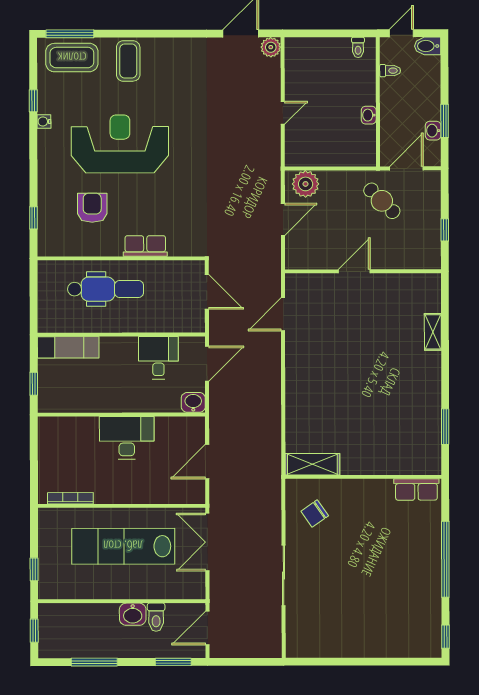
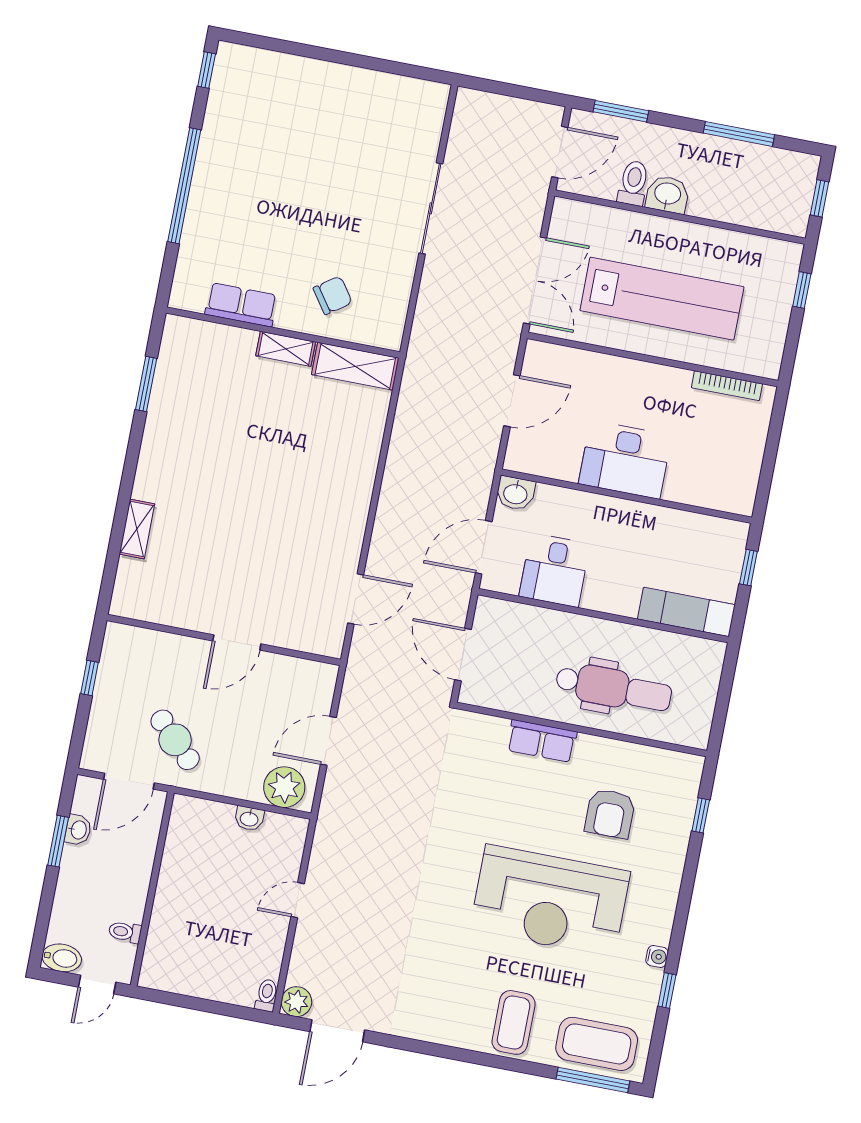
toilet: (358, 47) -> (267, 995), moved
washbasin: (369, 115) -> (249, 819), moved, turned 90
dental chair: (106, 289) -> (614, 688), turned 180
shelving: (360, 467) -> (286, 349), added
row of seats: (416, 490) -> (241, 305), moved
chair: (315, 514) -> (333, 295), moved

